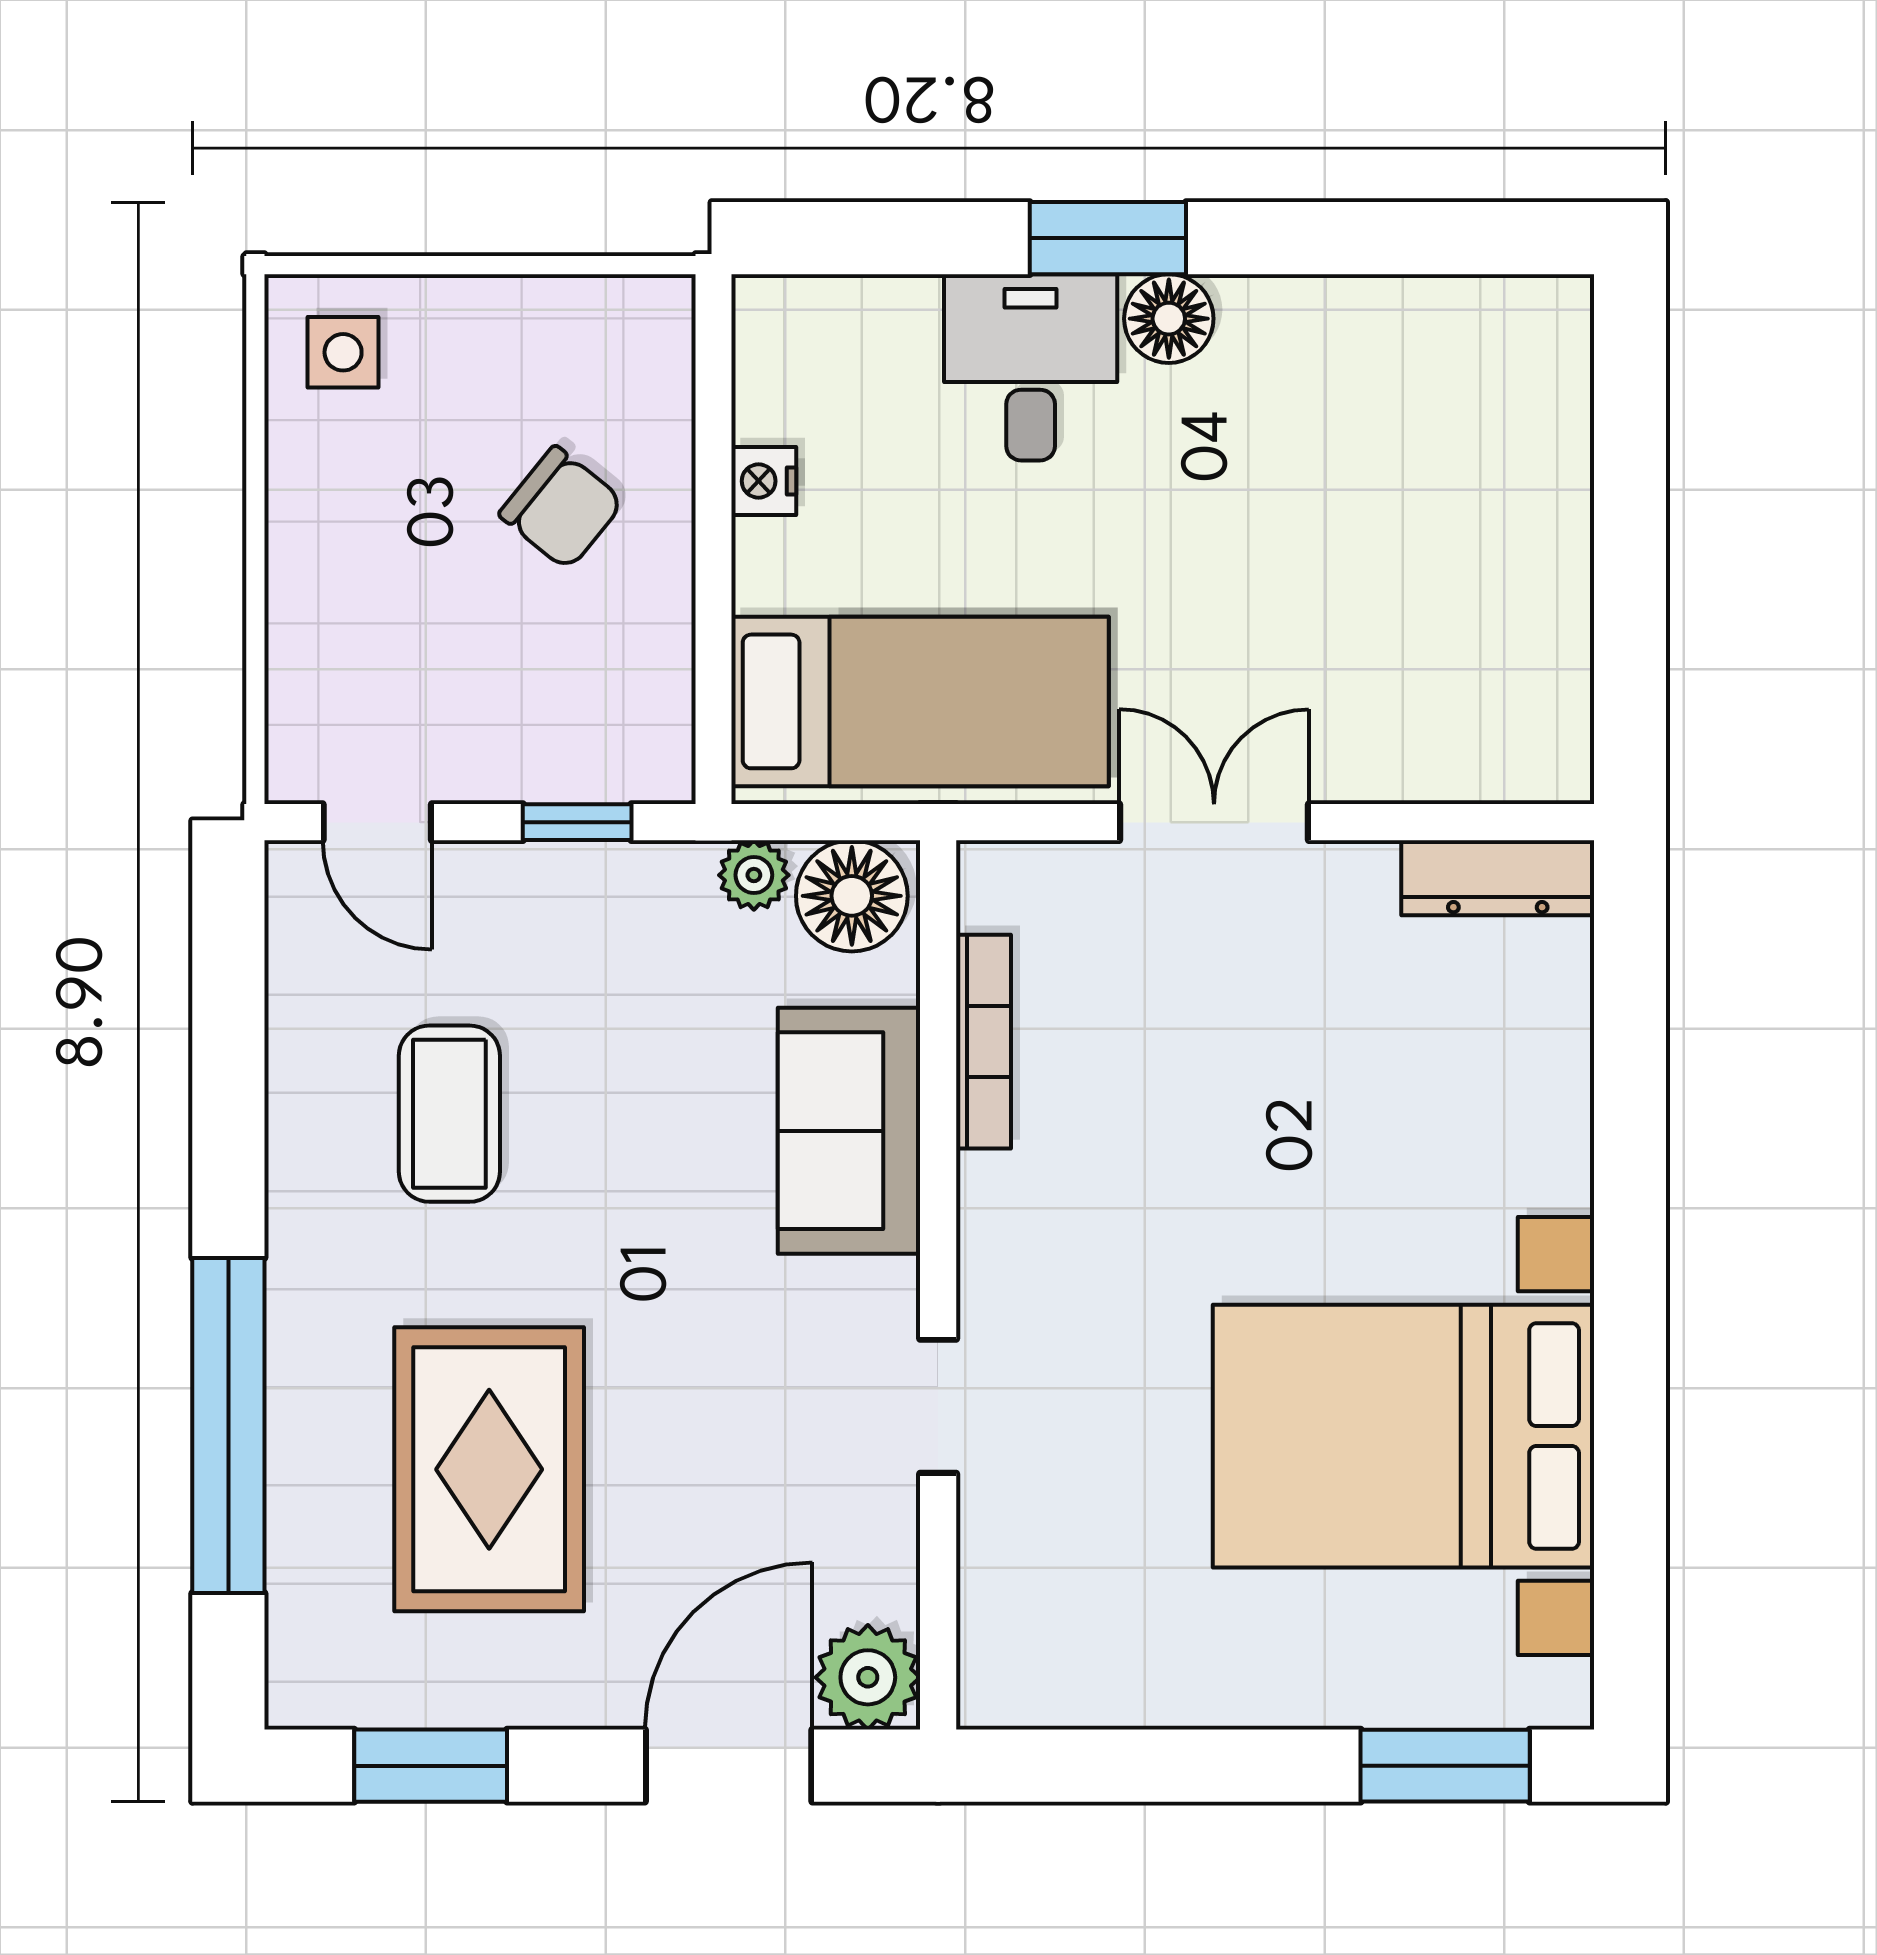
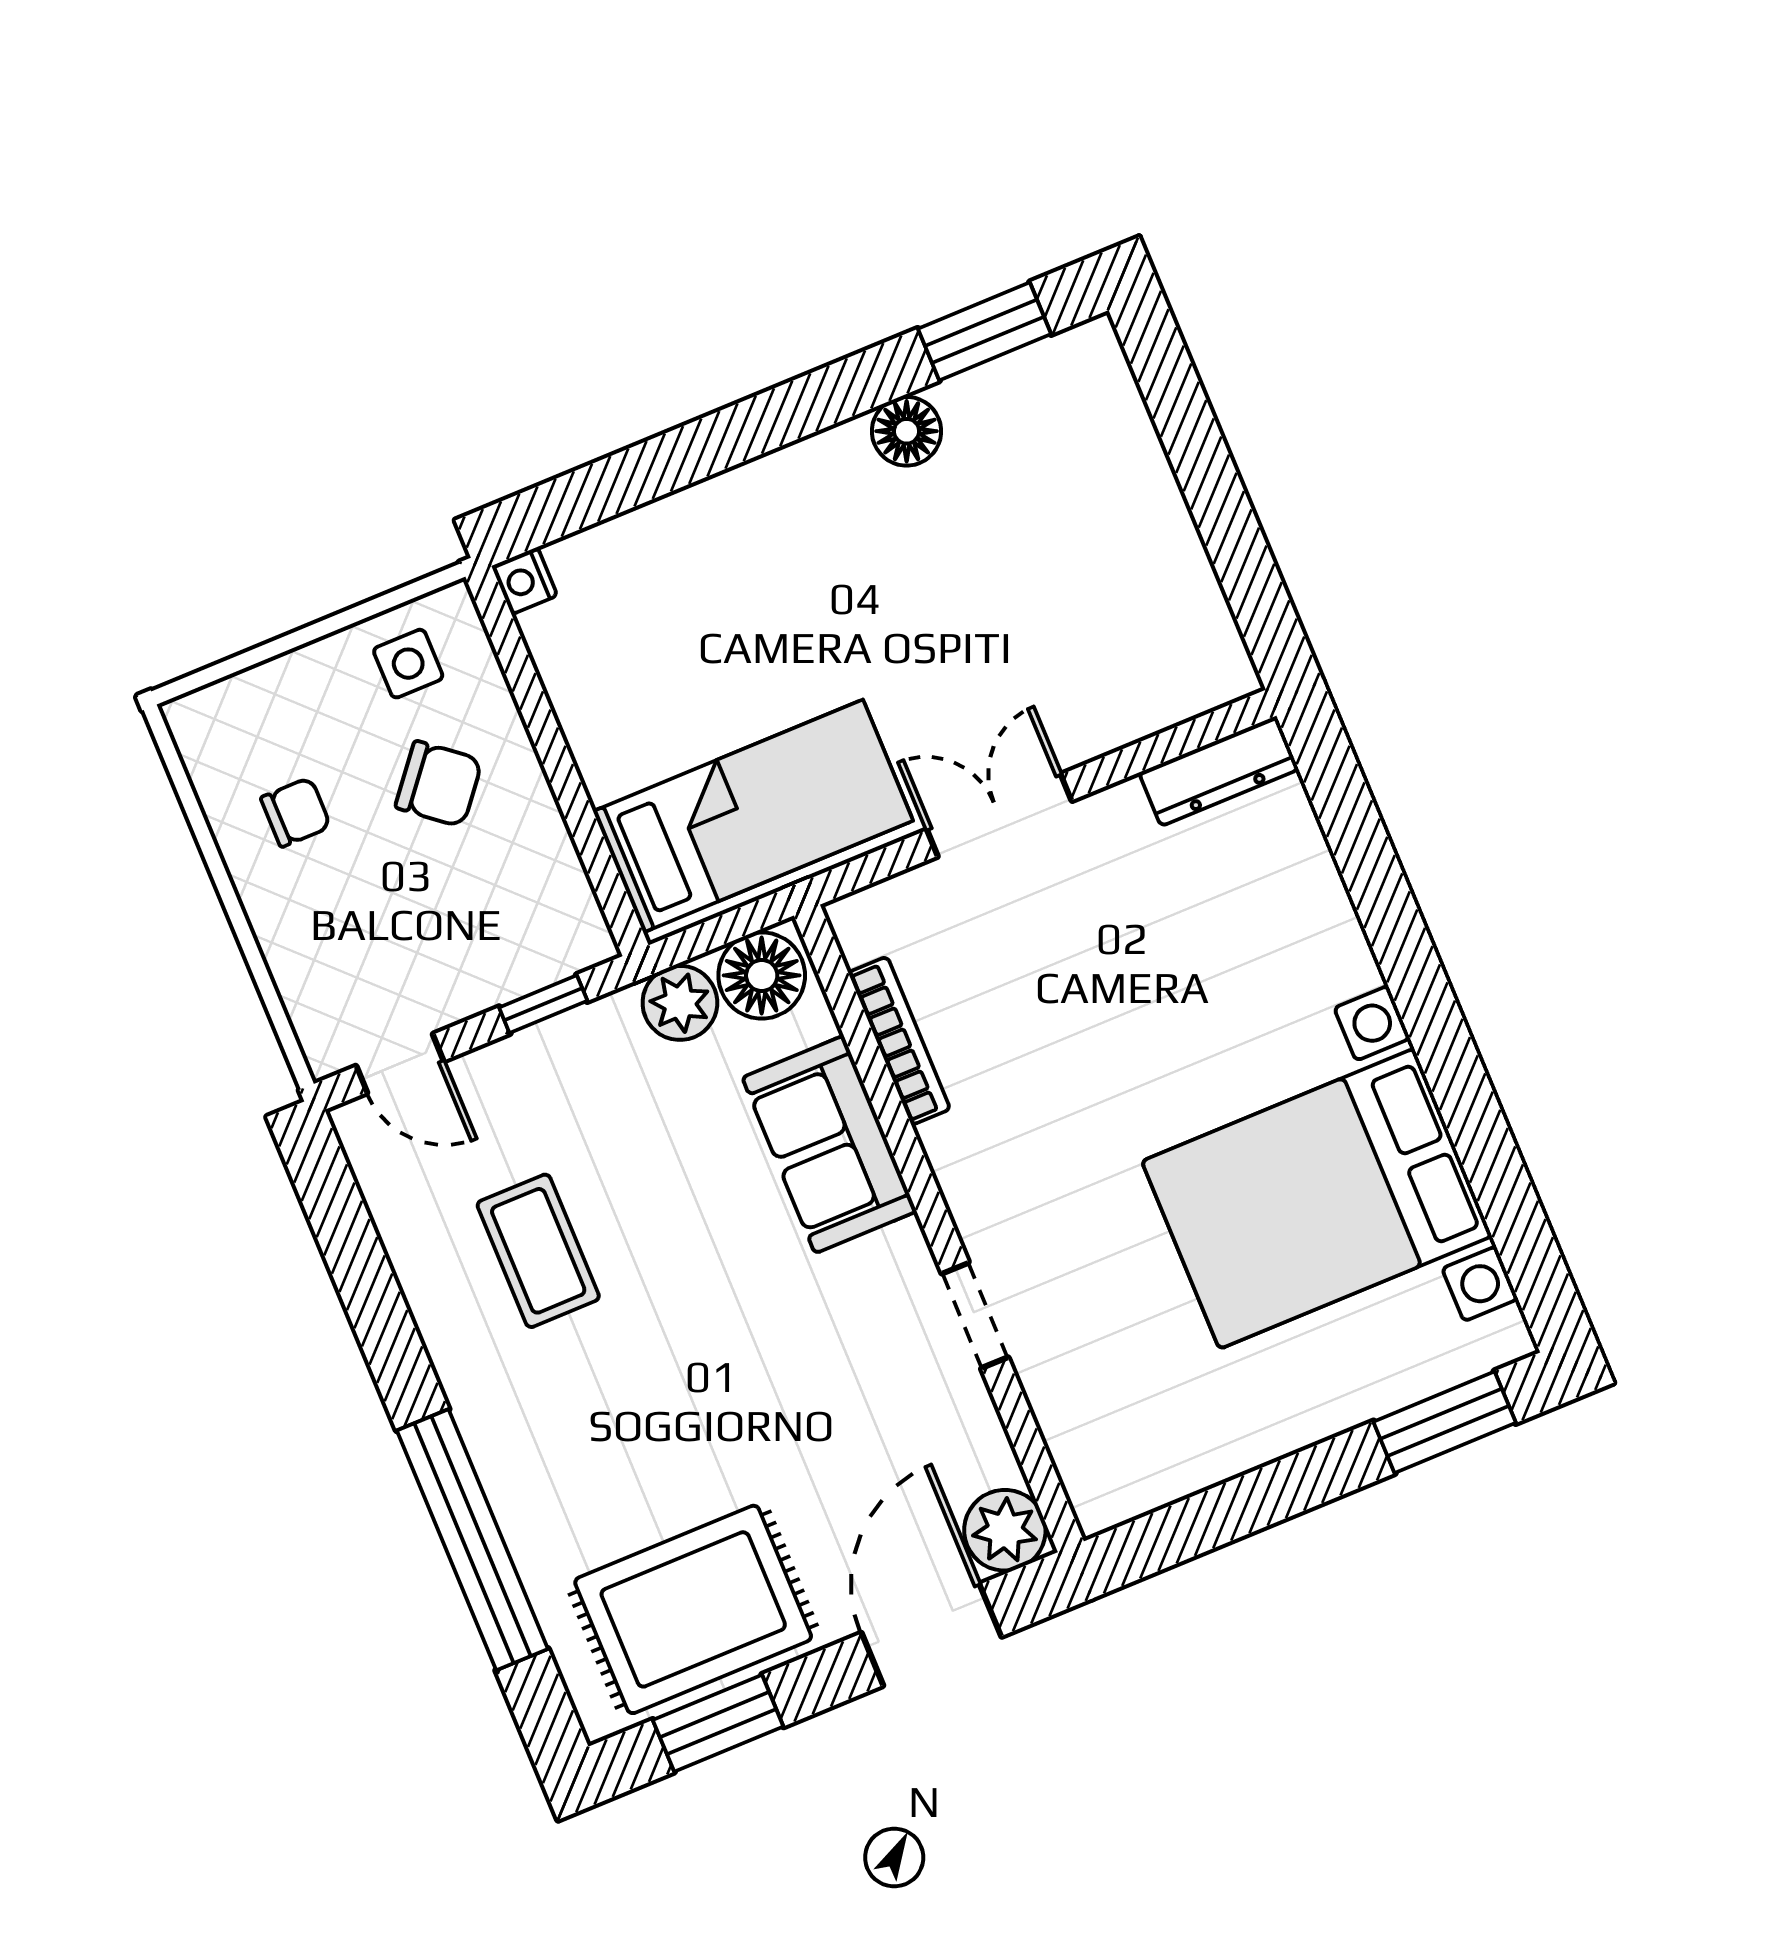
window: (1108, 238) -> (984, 331), moved
floor lamp: (1169, 319) -> (907, 431), moved
side table: (343, 352) -> (408, 664), moved
desk: (1031, 367) -> (733, 544), removed
chair: (377, 471) -> (296, 812), added
nightstand: (764, 481) -> (524, 581), moved
plant: (754, 875) -> (680, 1003), width x1.38, depth x1.38
rug: (489, 1469) -> (693, 1609), moved, turned 90

